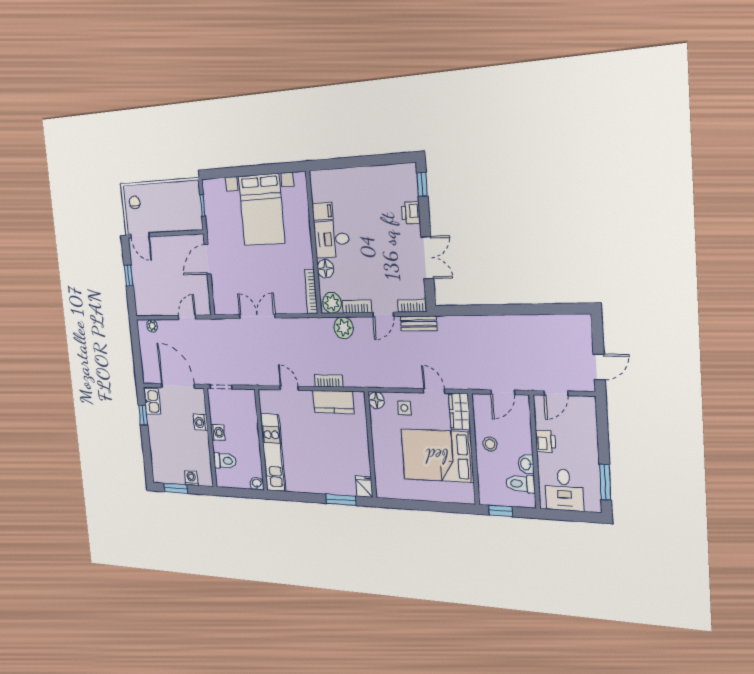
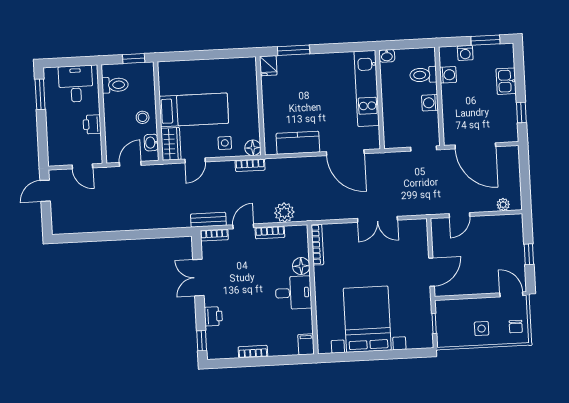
bookcase: (369, 172) -> (253, 352), added
side table: (162, 200) -> (482, 329), added
filing cabinet: (322, 211) -> (306, 344), moved, turned 90
plant: (332, 303) -> (296, 235), removed
bookcase: (329, 381) -> (250, 165), moved
door: (289, 388) -> (345, 153), width x1.87
door: (434, 391) -> (195, 160), hinge flipped
door: (556, 393) -> (82, 166), swing flipped
kitchen sink: (152, 401) -> (506, 81), moved
washing machine: (201, 422) -> (448, 75), moved
bed: (437, 456) -> (194, 110), width x0.67
washbasin: (526, 464) -> (151, 143), moved, turned 180

